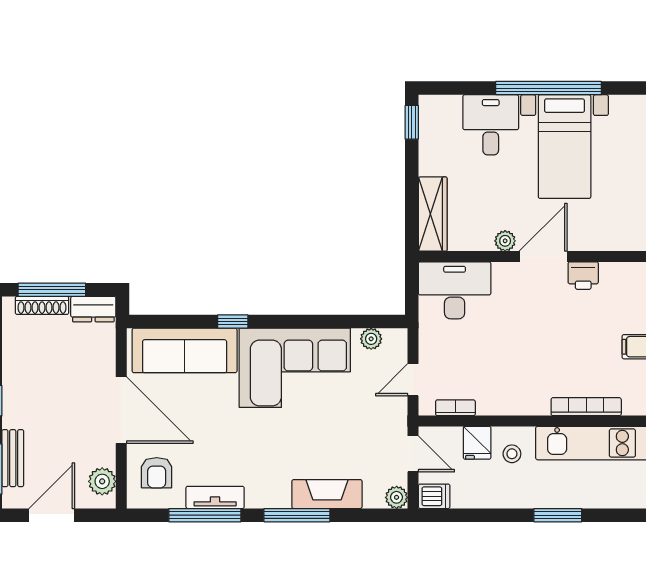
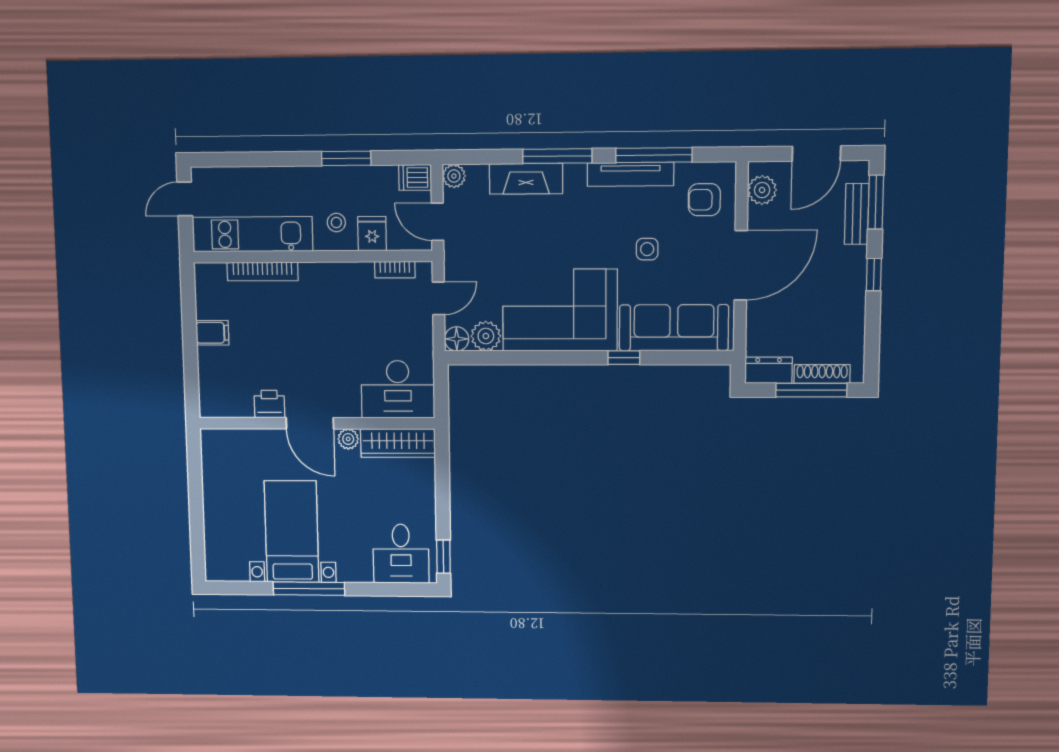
window: (549, 88) -> (309, 589), width x0.68
desk: (491, 125) -> (401, 554), moved
wardrobe: (433, 214) -> (398, 443), moved, turned -90
door: (543, 257) -> (310, 423), hinge flipped
plant: (371, 339) -> (486, 336), width x1.38, depth x1.38
floor lamp: (396, 340) -> (457, 339), added
door: (121, 410) -> (741, 265), swing flipped
side table: (211, 426) -> (647, 249), added
armchair: (157, 473) -> (704, 200), turned -90
tv unit: (215, 497) -> (630, 174), width x1.41
window: (558, 515) -> (346, 158), moved

